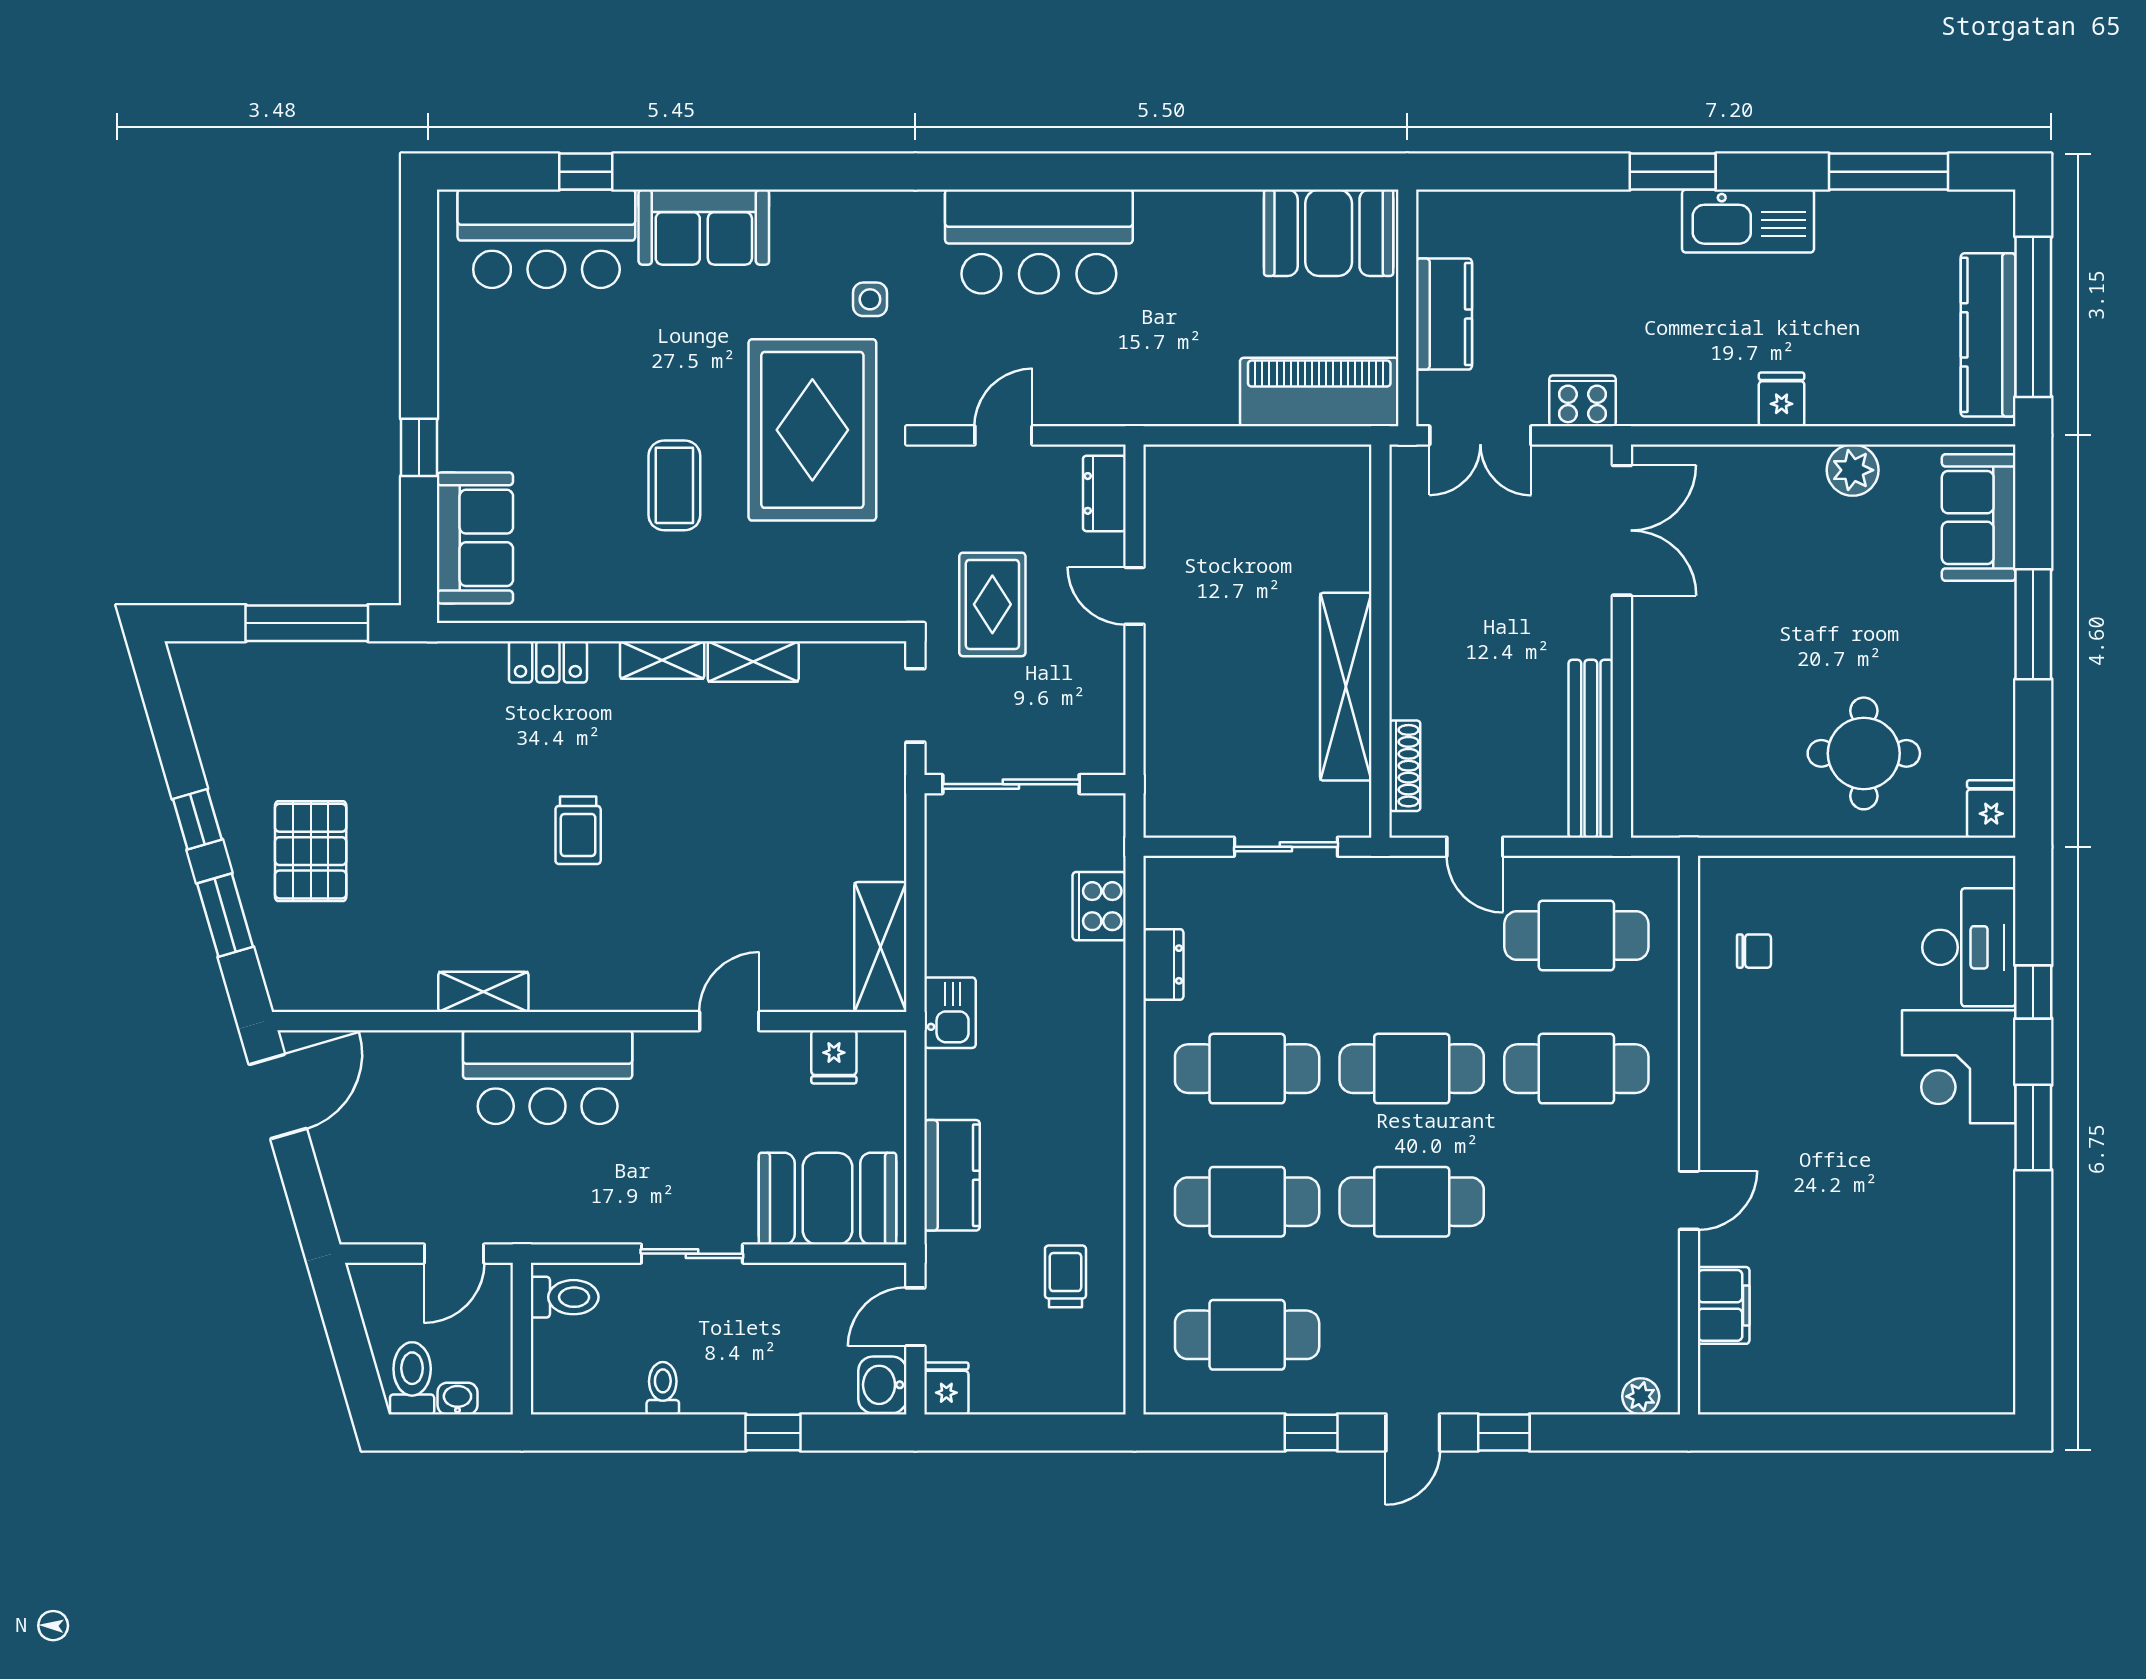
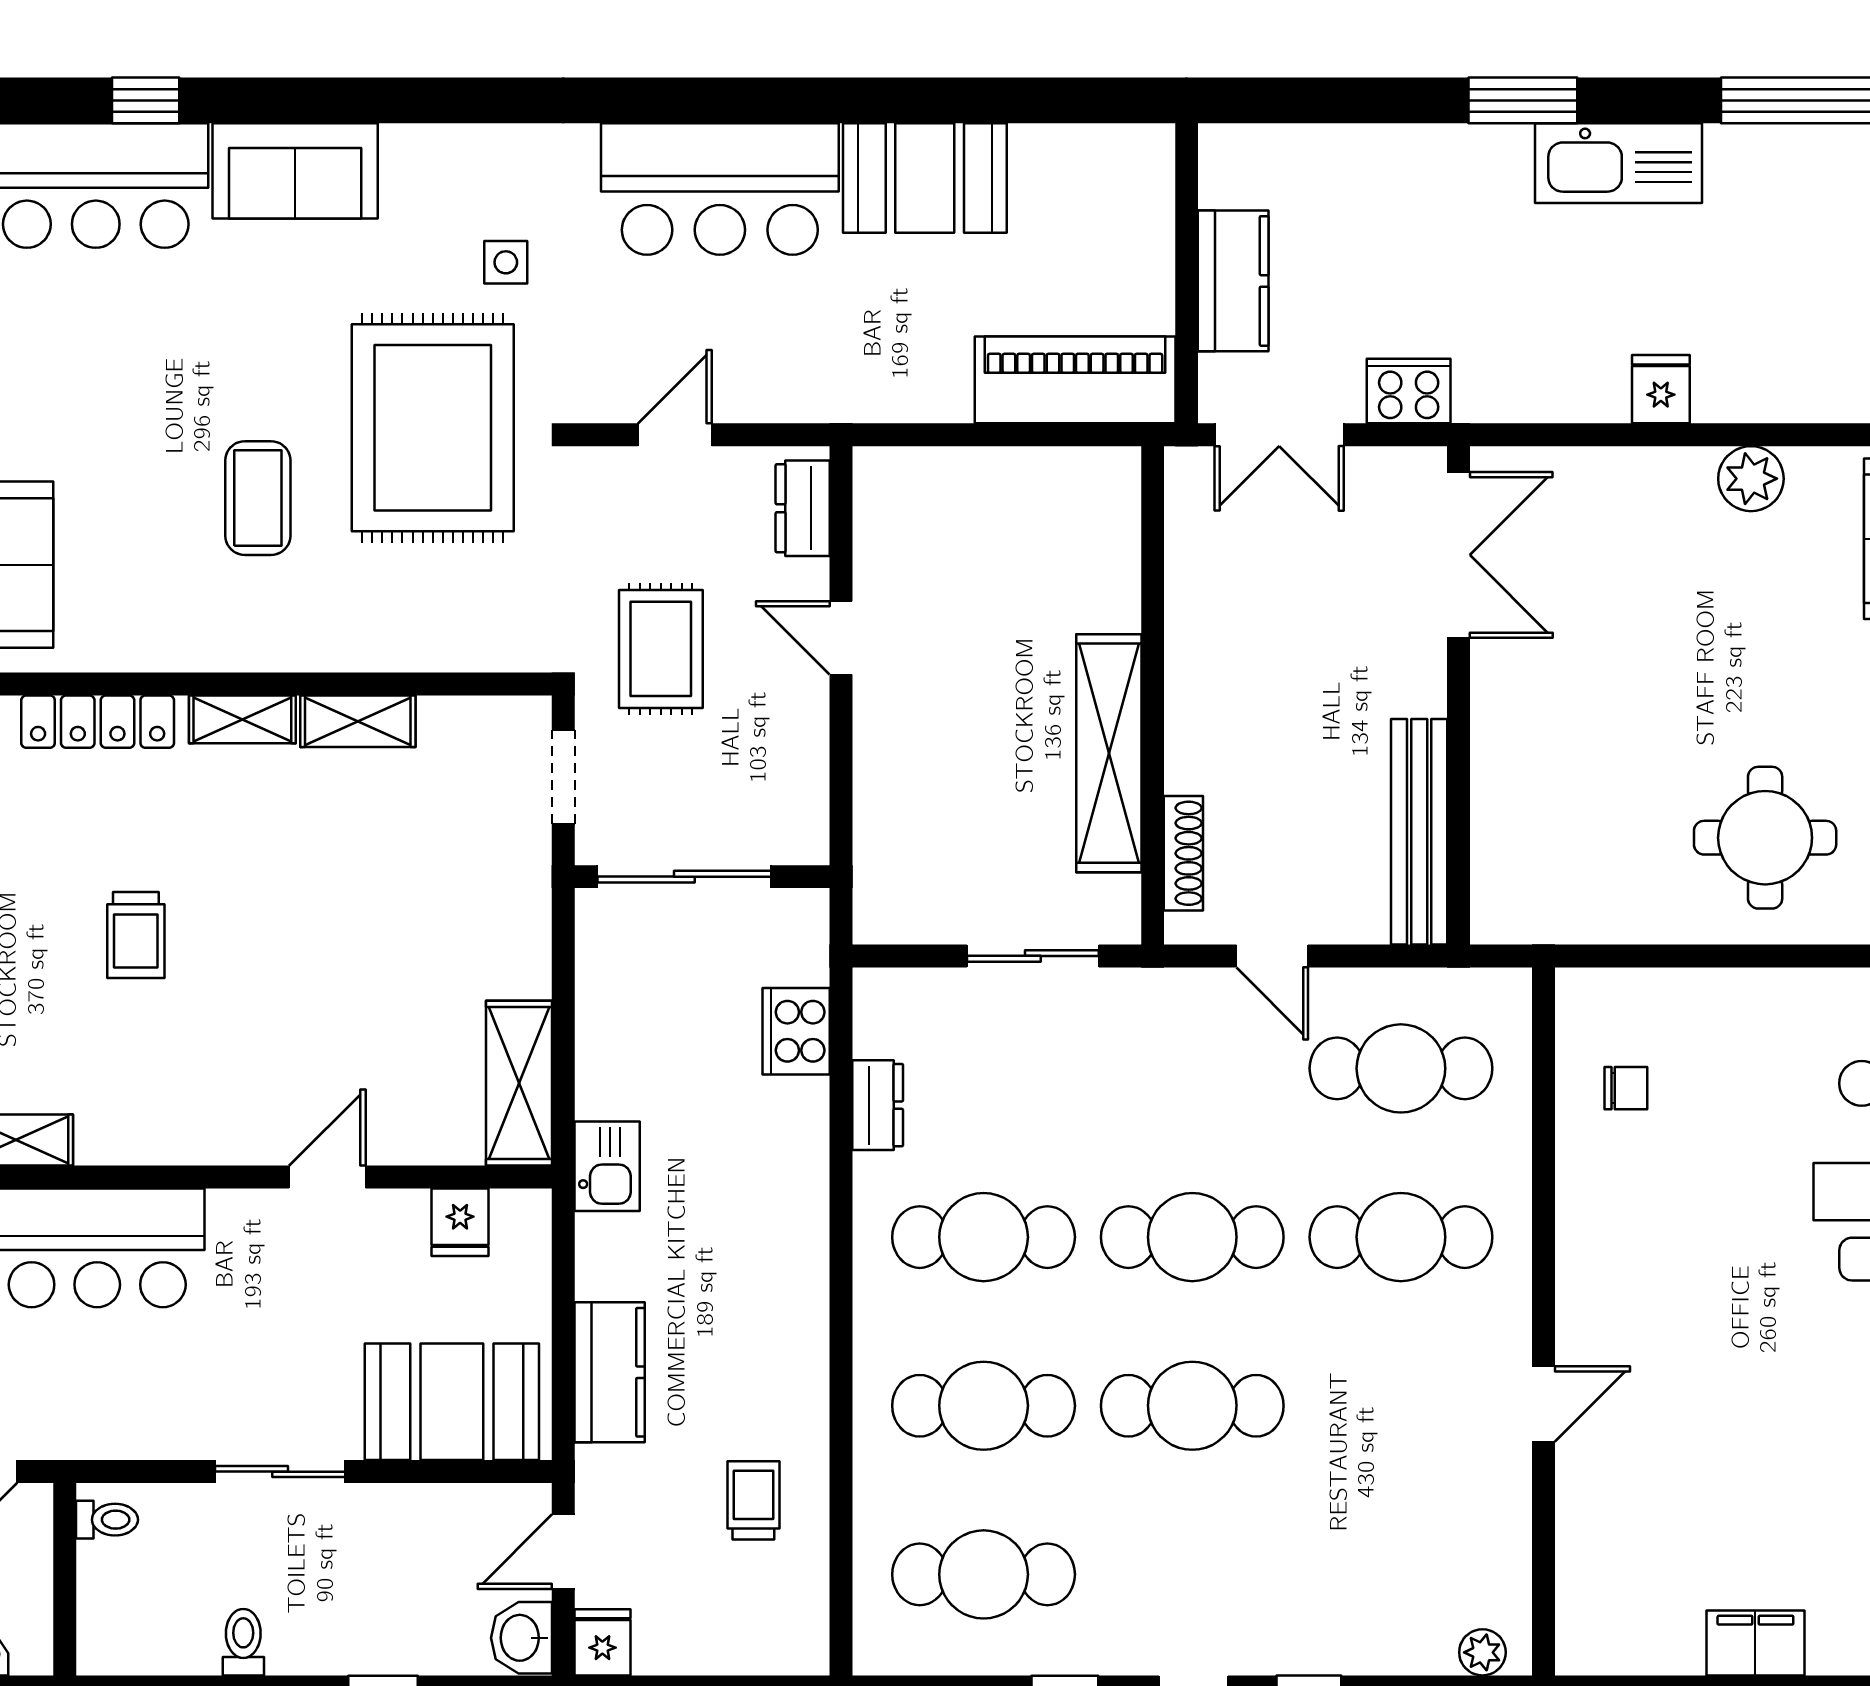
booth: (1329, 233) -> (925, 178), moved
locker: (548, 662) -> (98, 722), width x1.53
toilet: (565, 1297) -> (107, 1520), width x0.73, depth x0.72
filing cabinet: (1724, 1305) -> (1755, 1643), moved, turned -90

